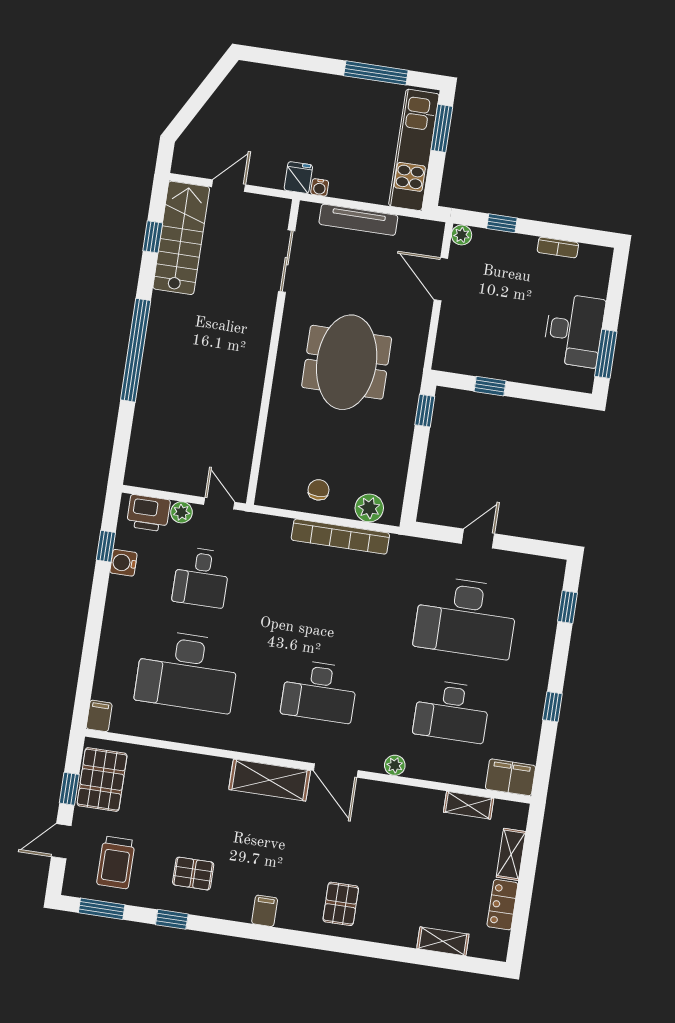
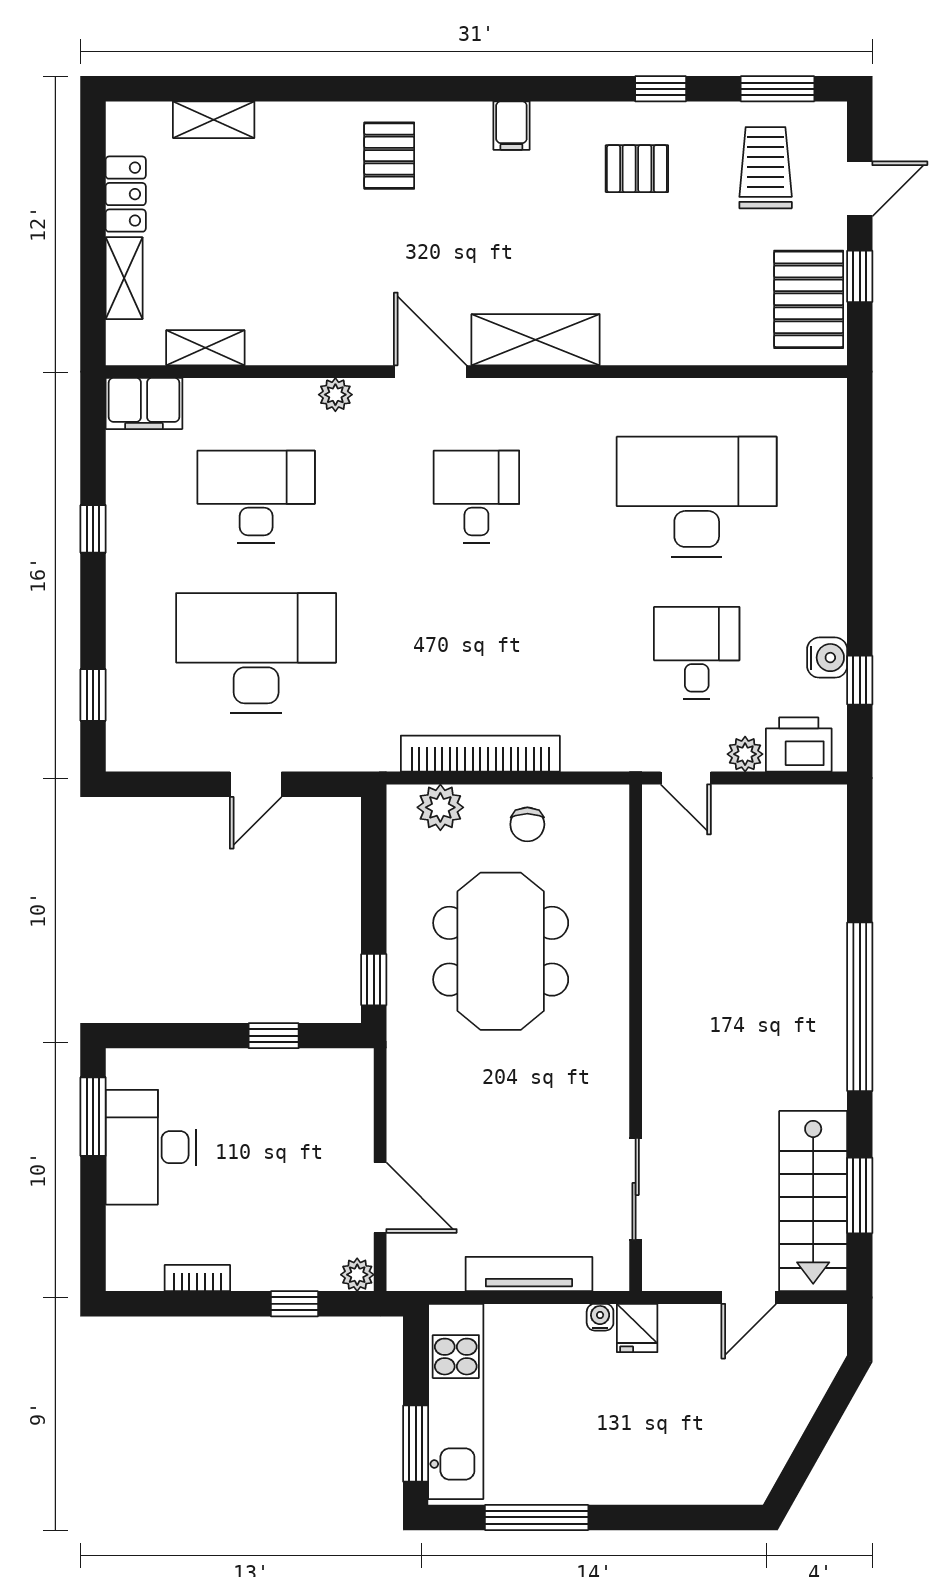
window: (153, 237) -> (860, 1195), width x1.50
meeting table: (347, 362) -> (501, 951), moved
desk: (319, 691) -> (476, 497), width x0.73
filing cabinet: (99, 716) -> (829, 402), removed

